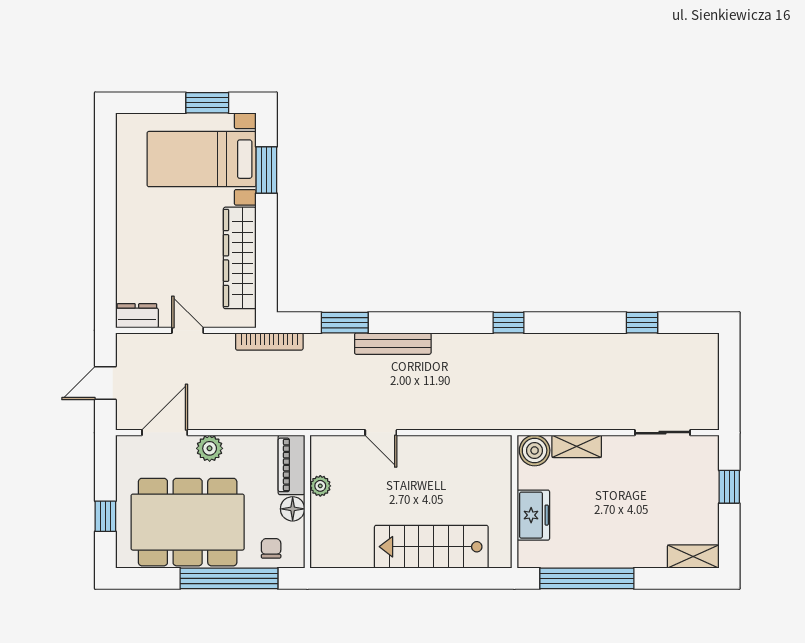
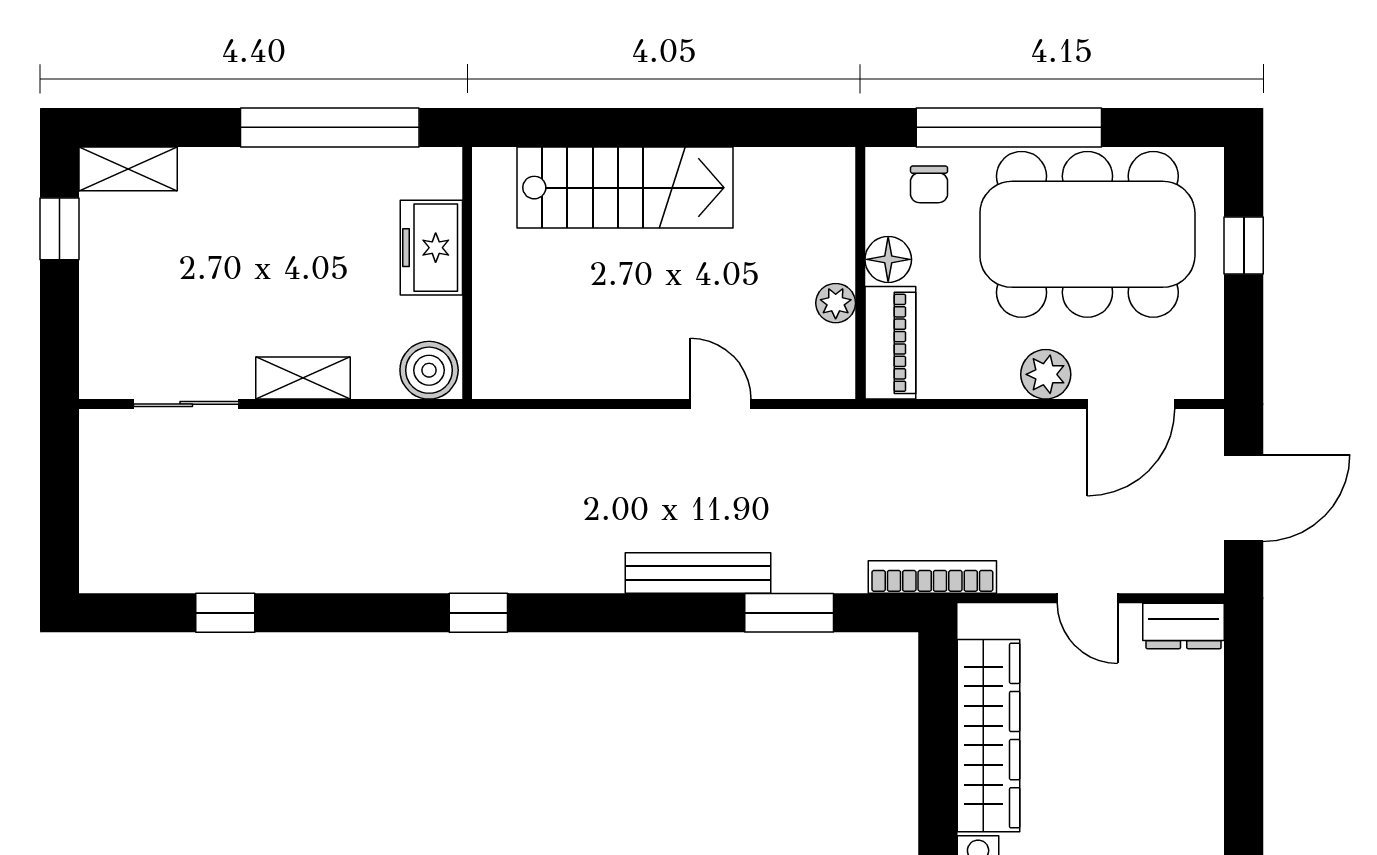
door: (105, 383) -> (1244, 498), width x1.38
shelving: (577, 446) -> (303, 378), moved
window: (729, 487) -> (59, 229), moved

